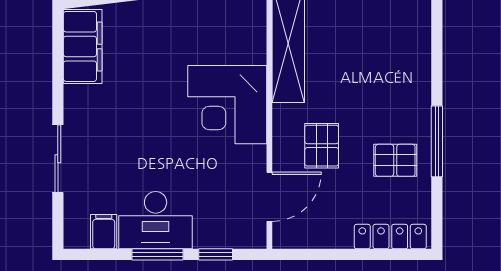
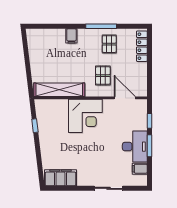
filing cabinet: (414, 72) -> (71, 36), added
pallet: (322, 146) -> (103, 76), turned 90

